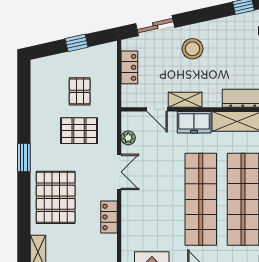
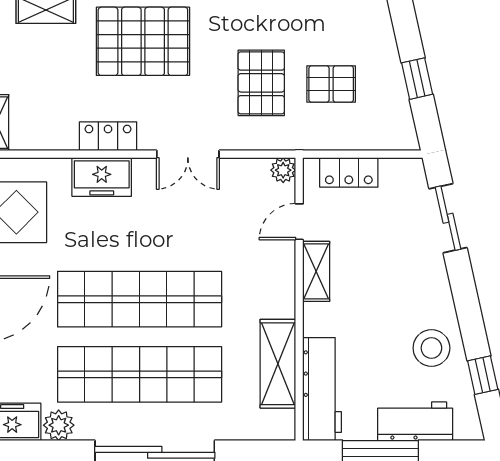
stool: (192, 49) -> (431, 348), moved
locker: (129, 67) -> (349, 172), moved
freezer: (194, 122) -> (102, 177), moved, turned -90
plant: (128, 138) -> (283, 170), moved

